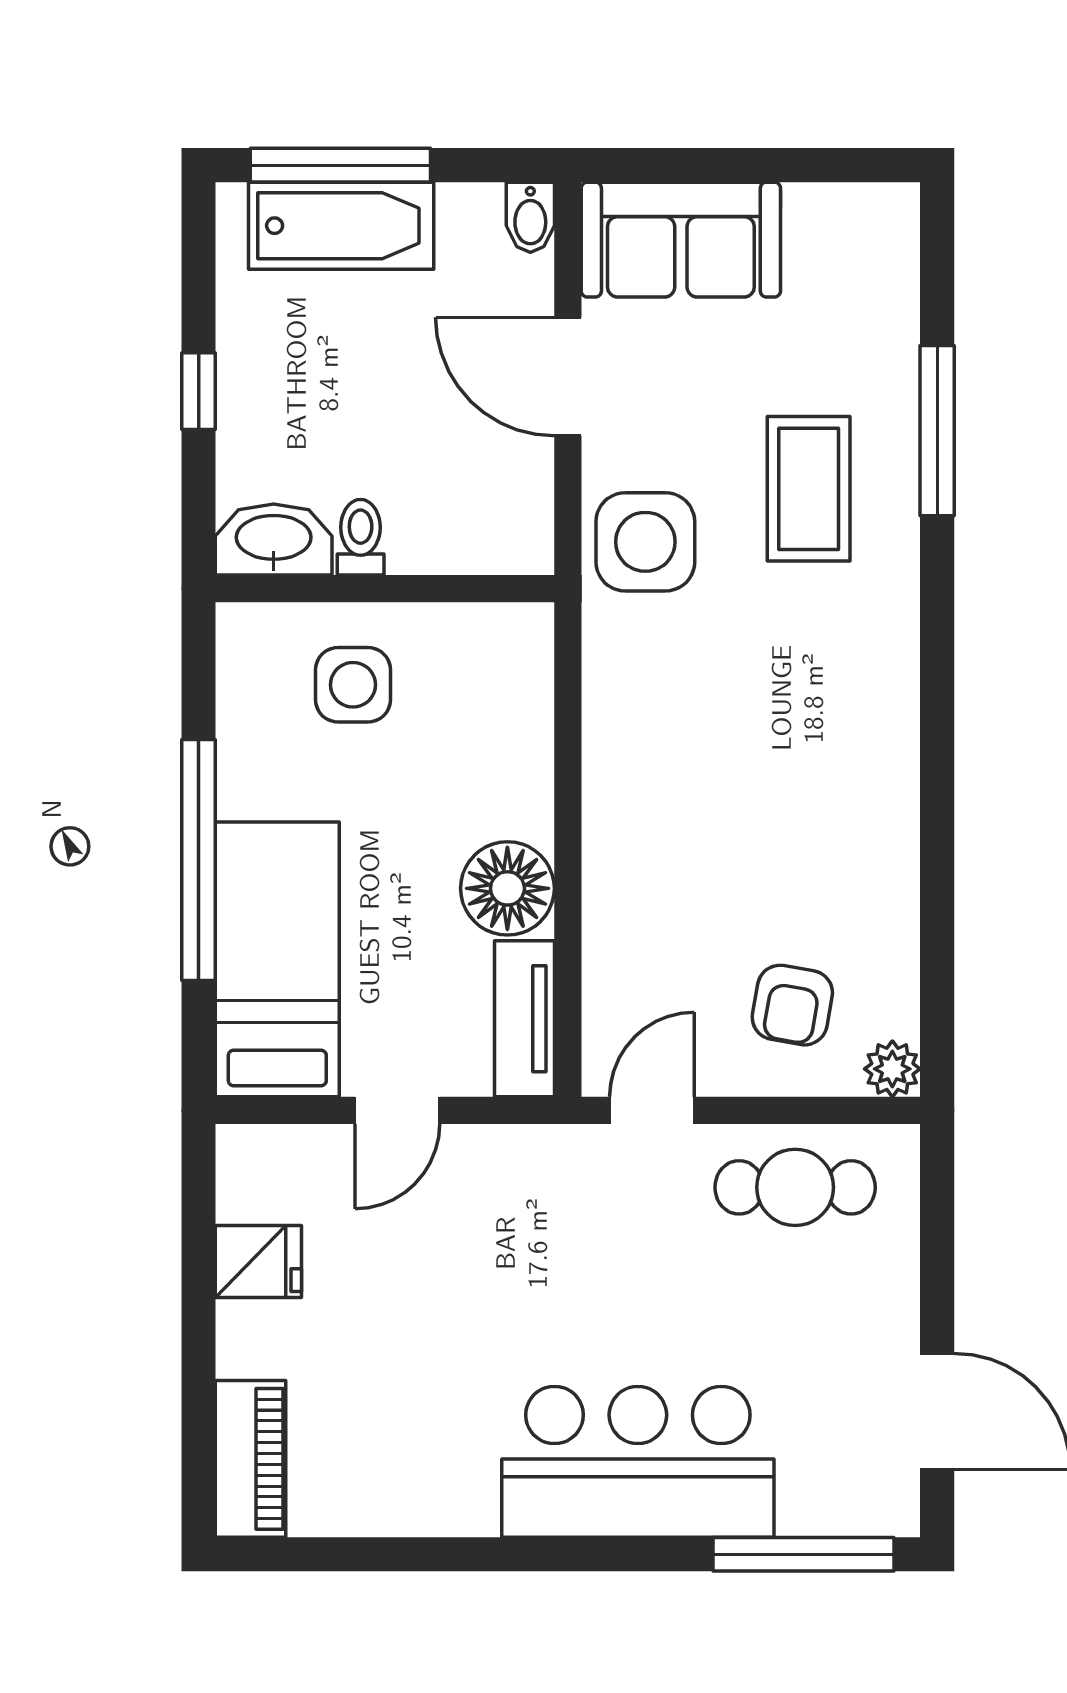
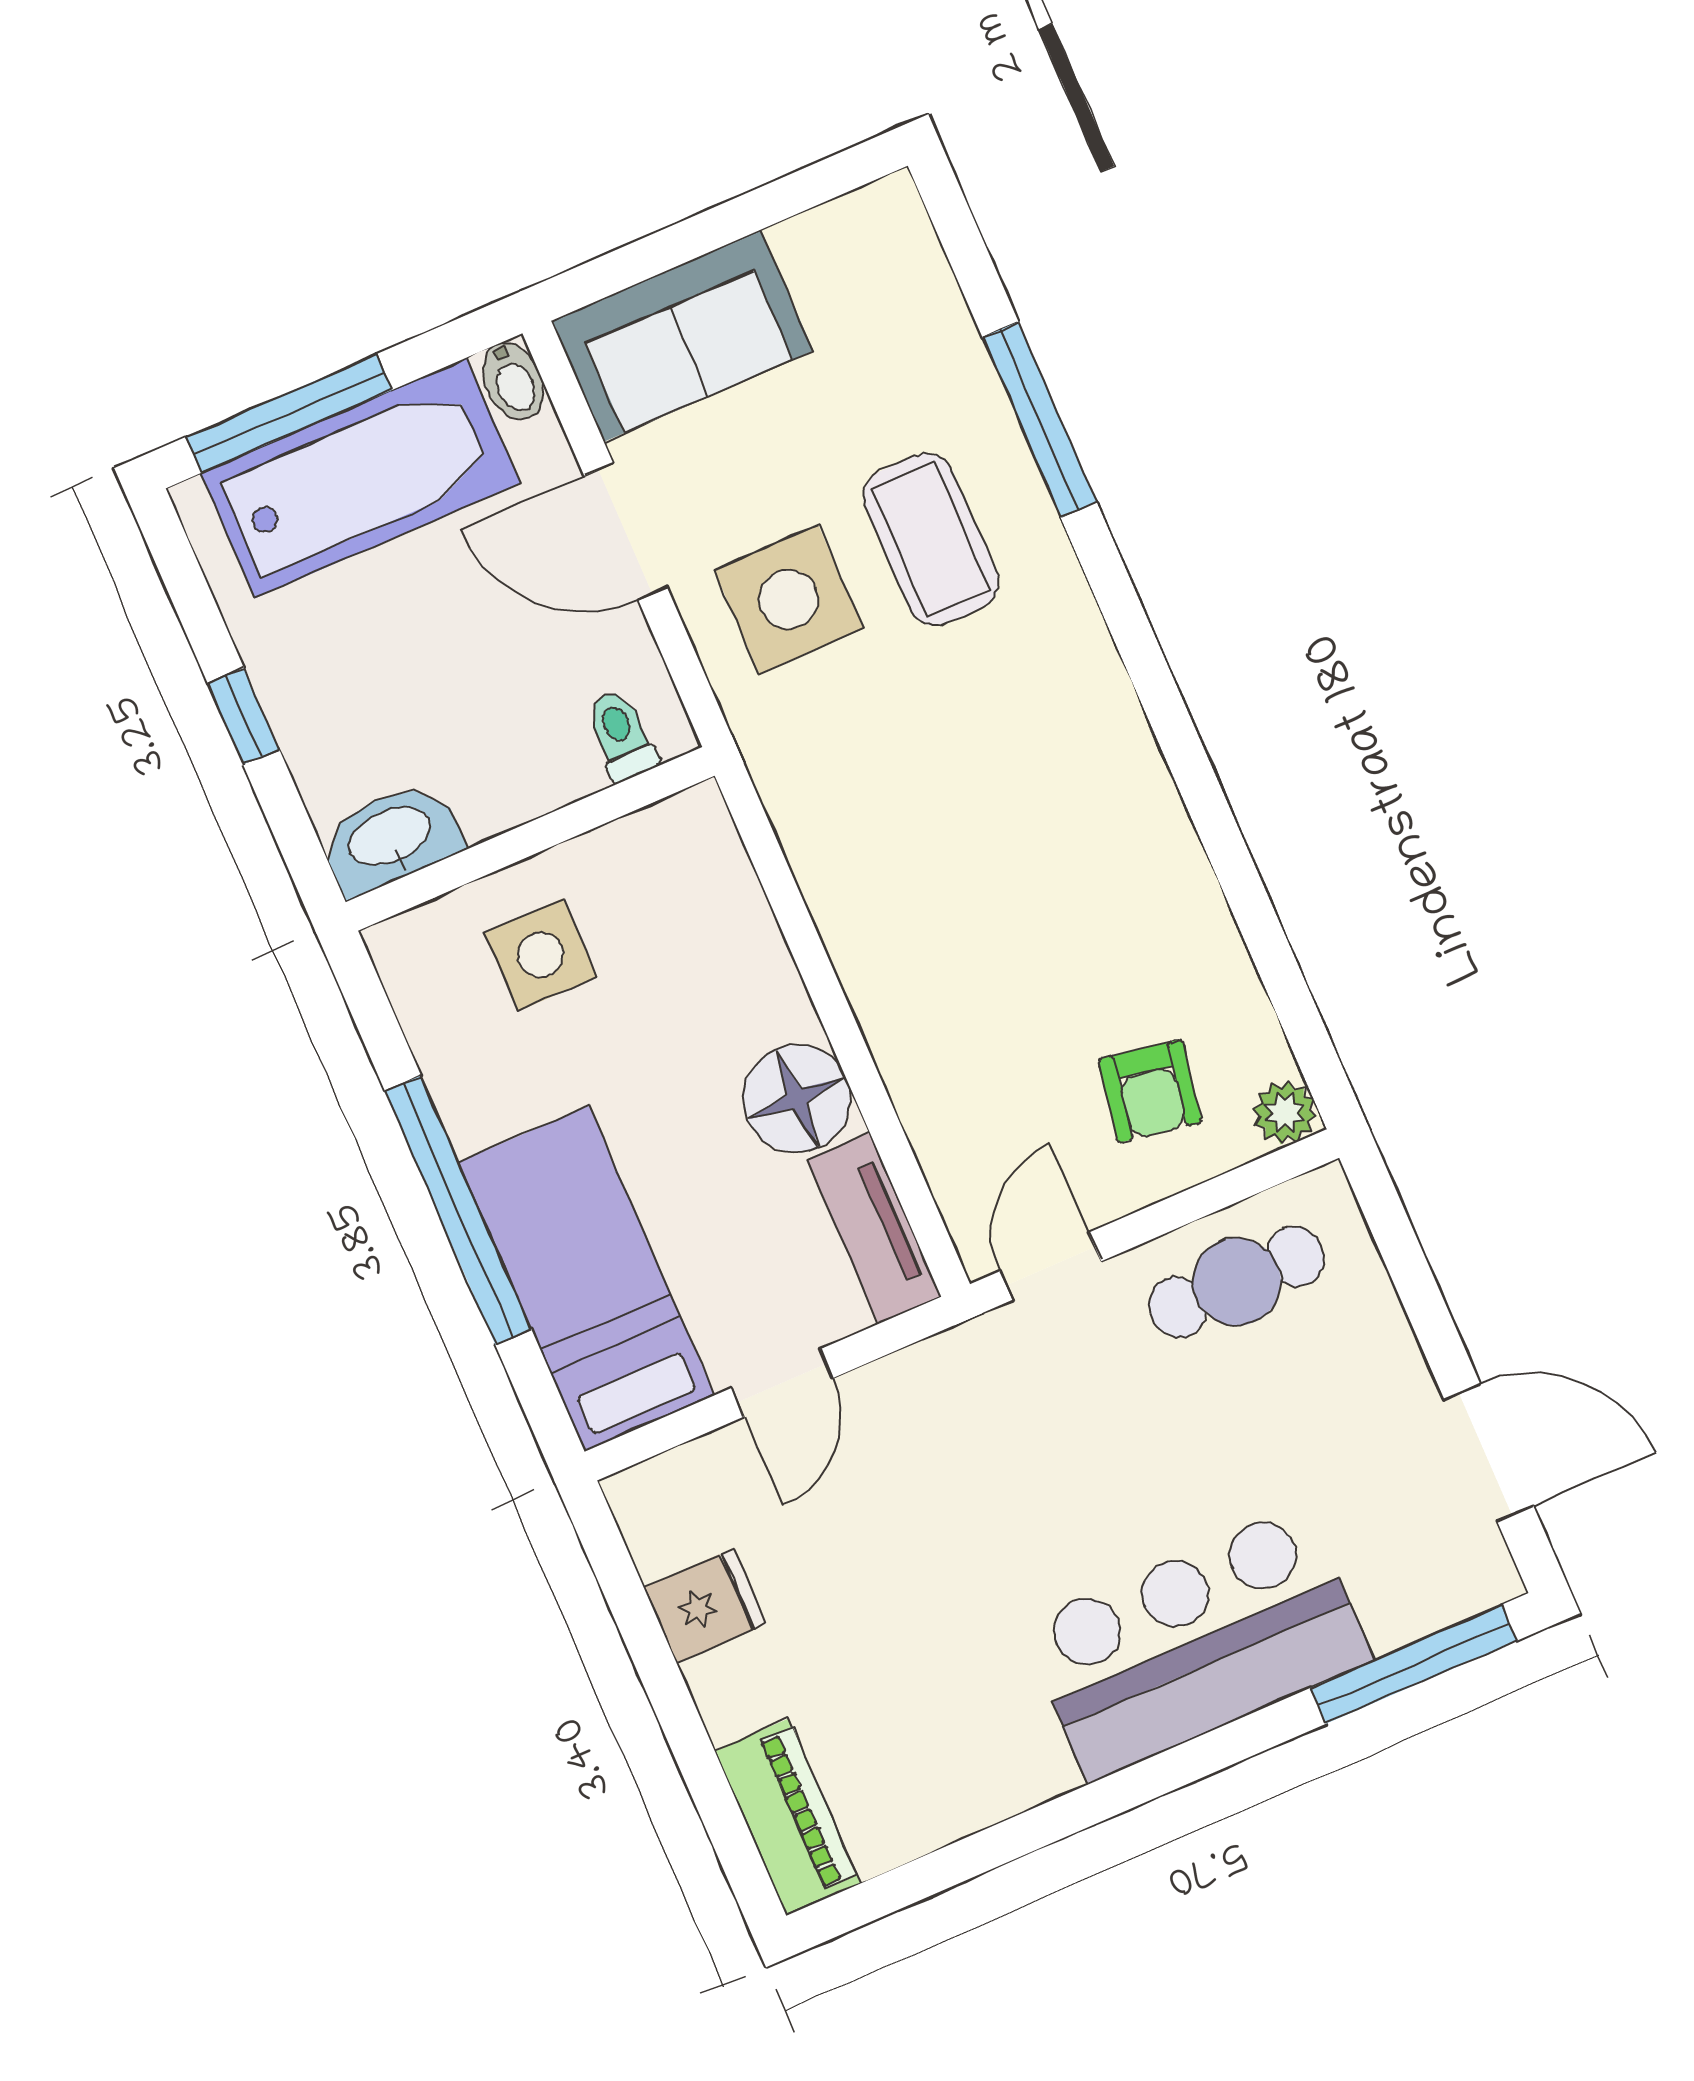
bathtub: (341, 226) -> (361, 478), width x1.36, depth x1.36
toilet: (361, 537) -> (621, 735), moved
side table: (645, 542) -> (789, 599), moved

